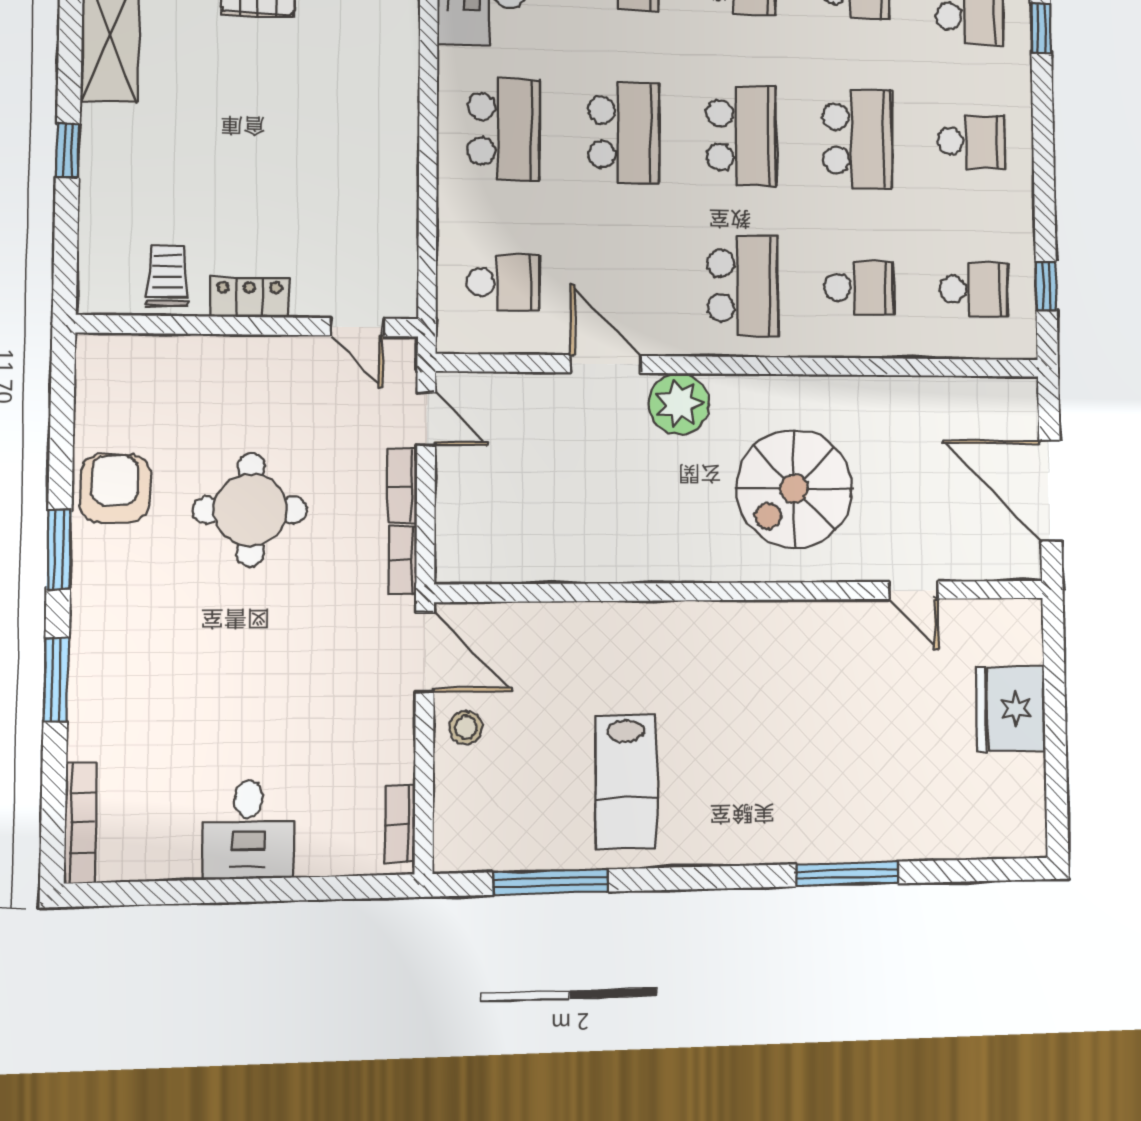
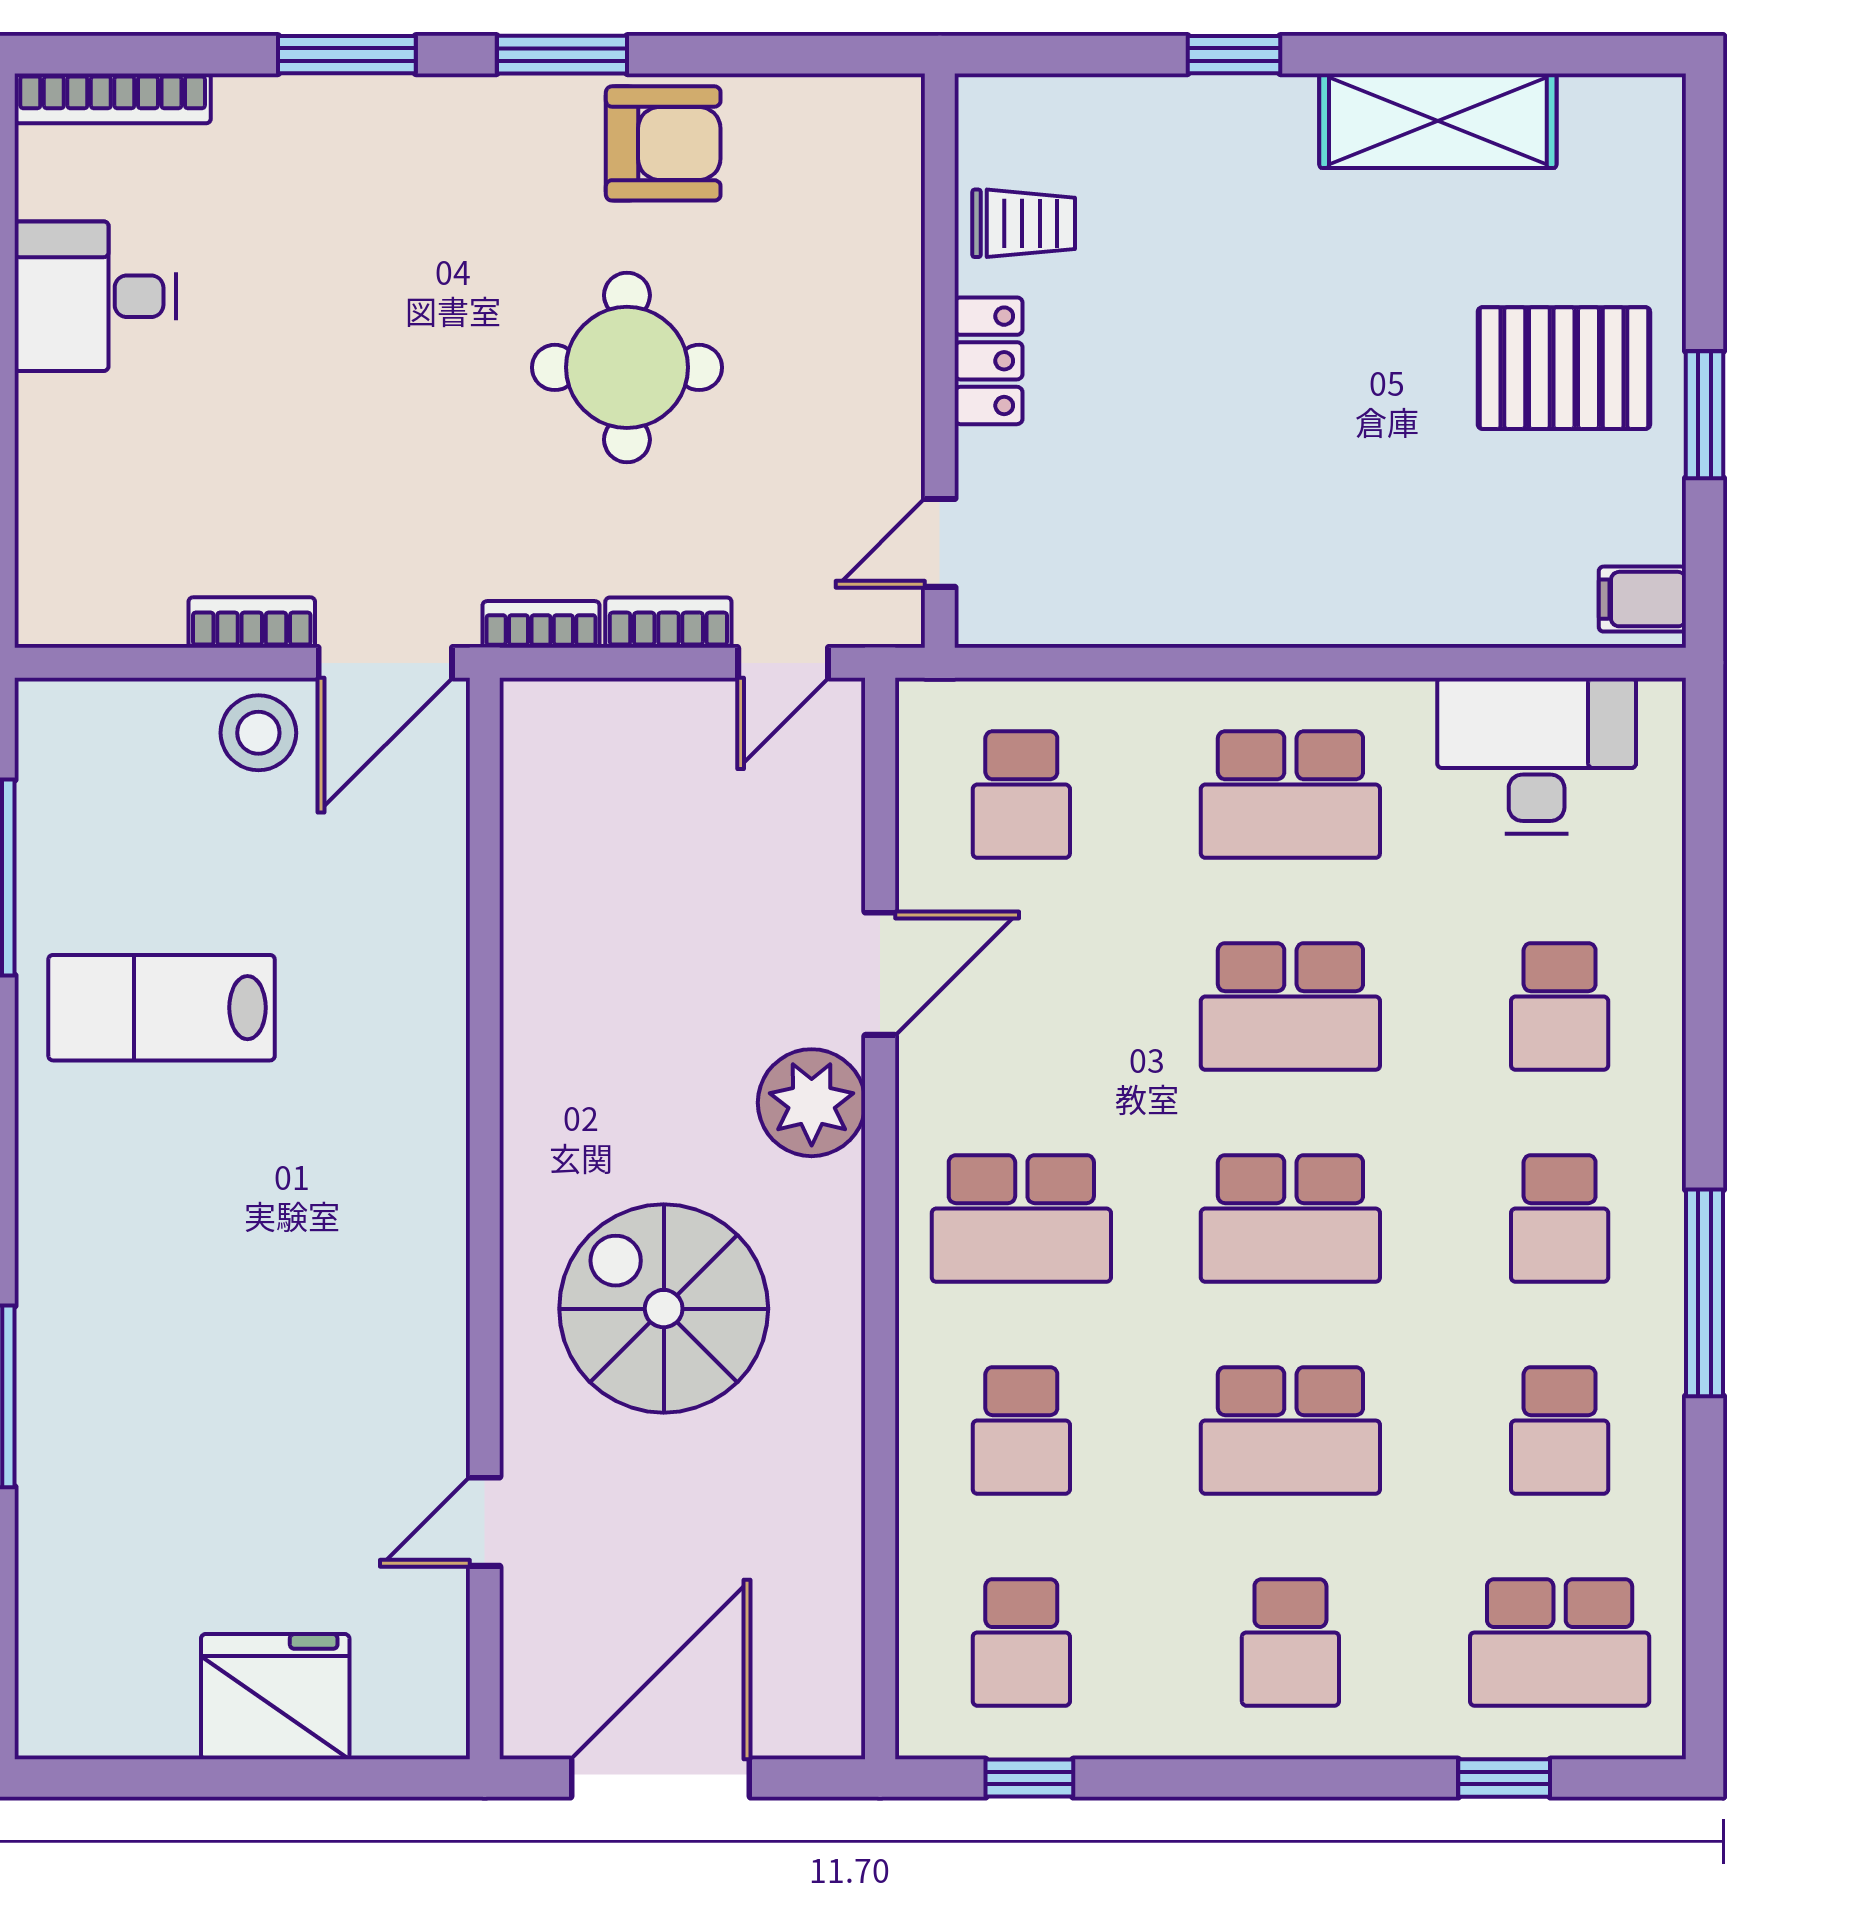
stool: (466, 727) -> (258, 733), width x1.37, depth x1.37
bookcase: (400, 824) -> (252, 622), moved
desk: (248, 830) -> (95, 296), moved

